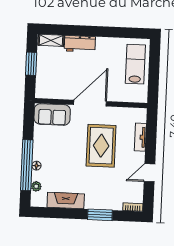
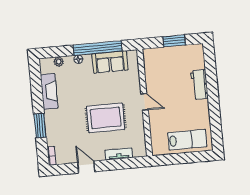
shelving: (51, 40) -> (199, 57), removed
door: (90, 103) -> (145, 102), width x0.53
sofa: (52, 114) -> (110, 62), moved, turned -90
window: (27, 165) -> (98, 48), moved

